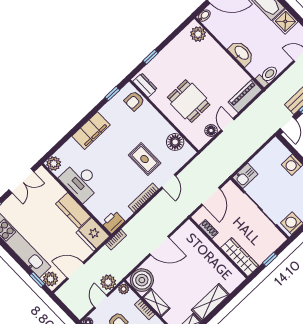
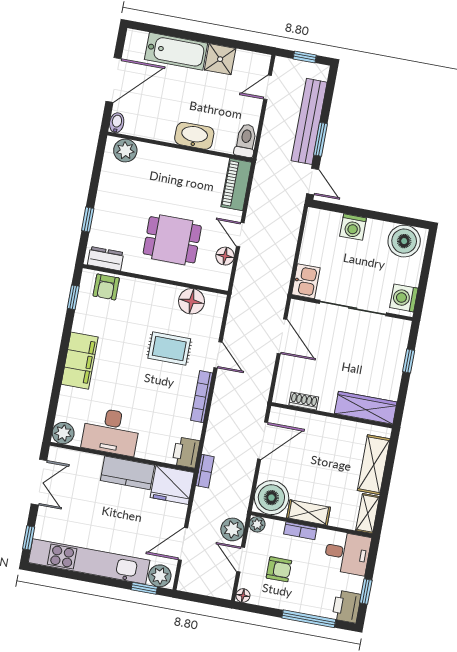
shoe rack: (209, 229) -> (304, 401), moved
wall: (218, 248) -> (332, 415), moved
wardrobe: (240, 257) -> (366, 408), moved

